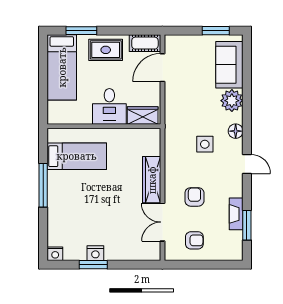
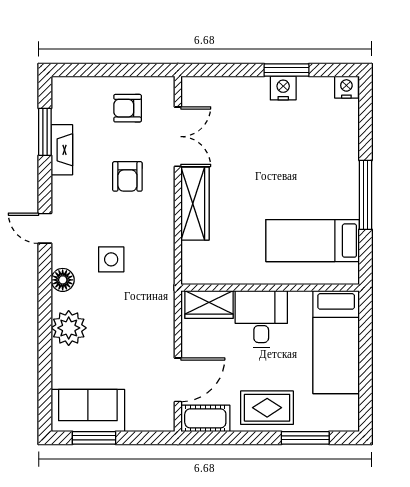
sofa: (229, 65) -> (88, 410), moved, turned -90
bed: (62, 67) -> (336, 342), moved, turned 180

